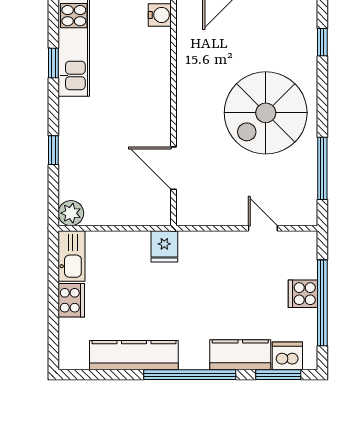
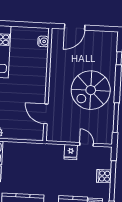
fridge: (164, 246) -> (71, 152), moved

